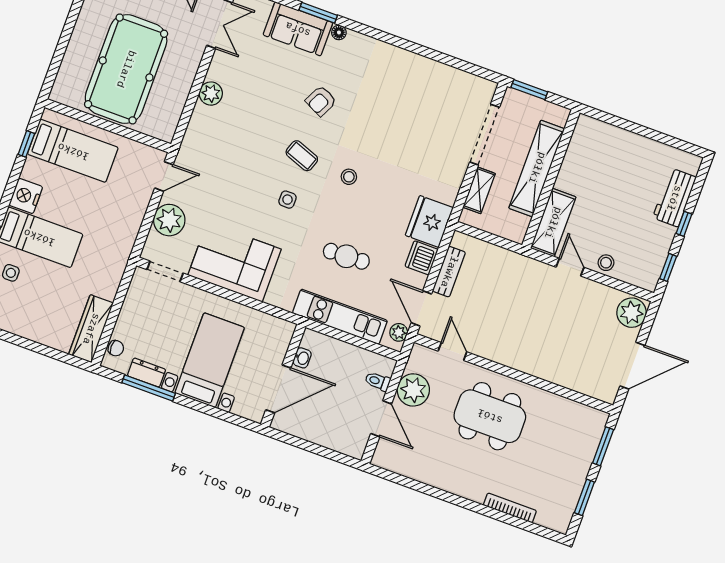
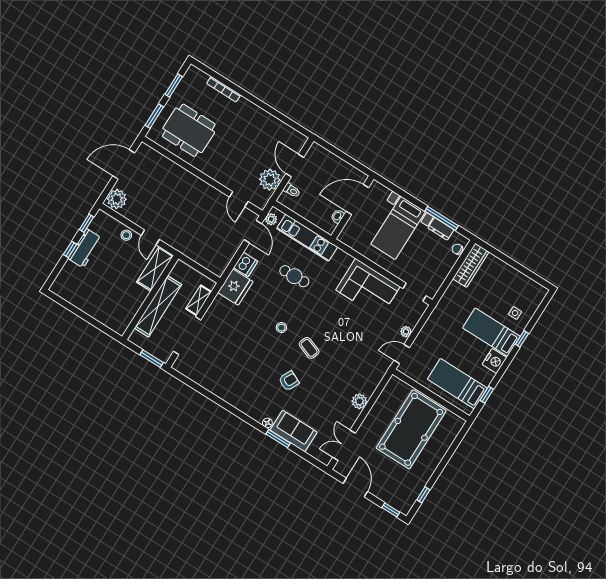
workbench: (674, 198) -> (85, 248), moved
side table: (287, 200) -> (325, 321), removed
plant: (169, 220) -> (406, 332), width x0.53, depth x0.53
bench: (449, 272) -> (230, 252), removed
dining table: (490, 416) -> (189, 130), moved

